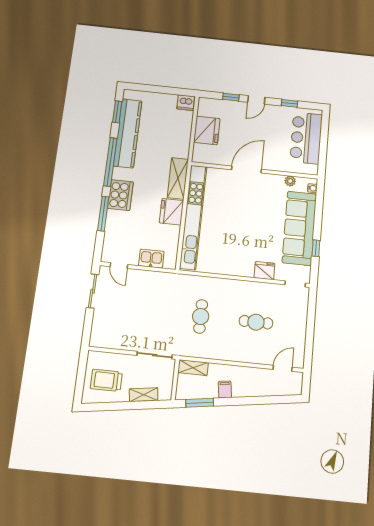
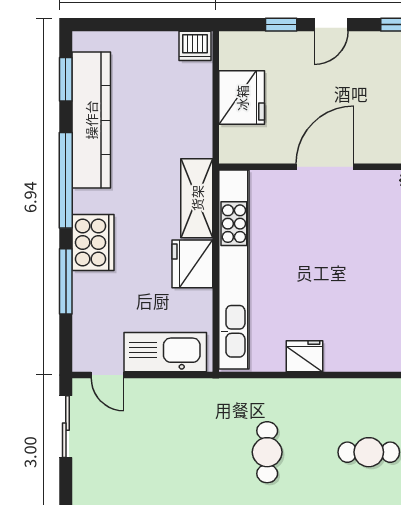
kitchen sink: (151, 259) -> (165, 352), width x1.88, depth x1.24
fridge: (264, 271) -> (304, 356), moved

